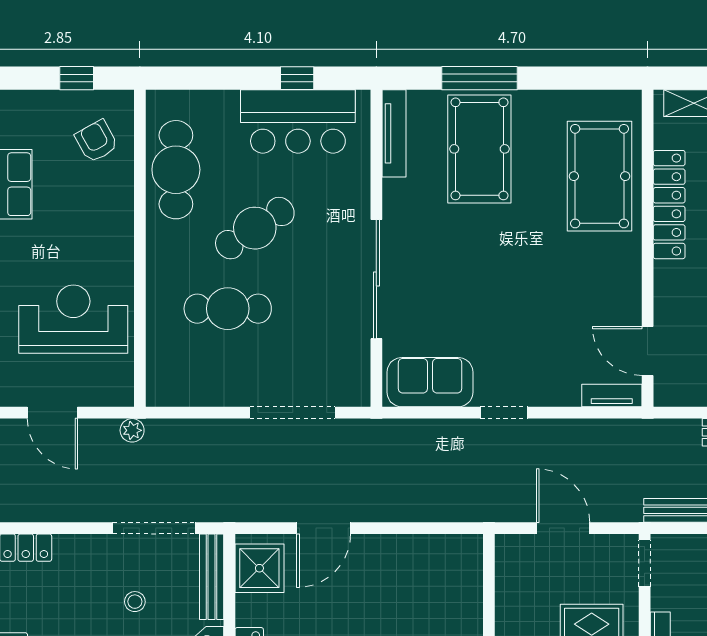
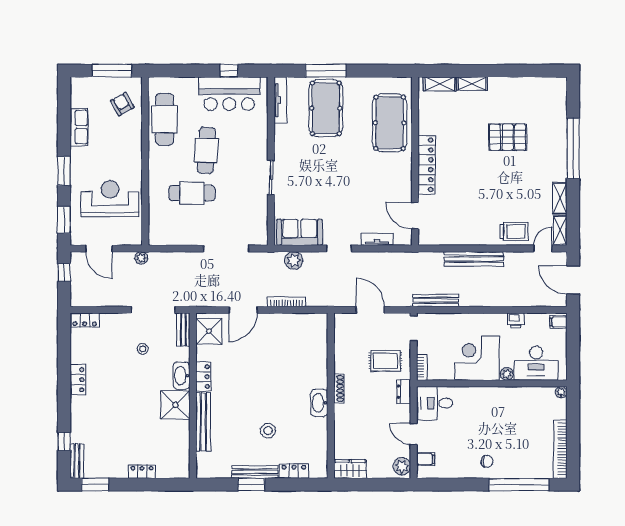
window: (77, 78) -> (112, 71), width x2.17
locker: (669, 205) -> (427, 165), moved
cafe table: (255, 228) -> (206, 150), turned -54
sliding door: (376, 279) -> (271, 177), width x0.54
tv unit: (612, 395) -> (377, 239), moved
plant: (419, 435) -> (294, 260), added
bookcase: (405, 513) -> (286, 302), added
bench: (212, 577) -> (183, 330), width x0.73

